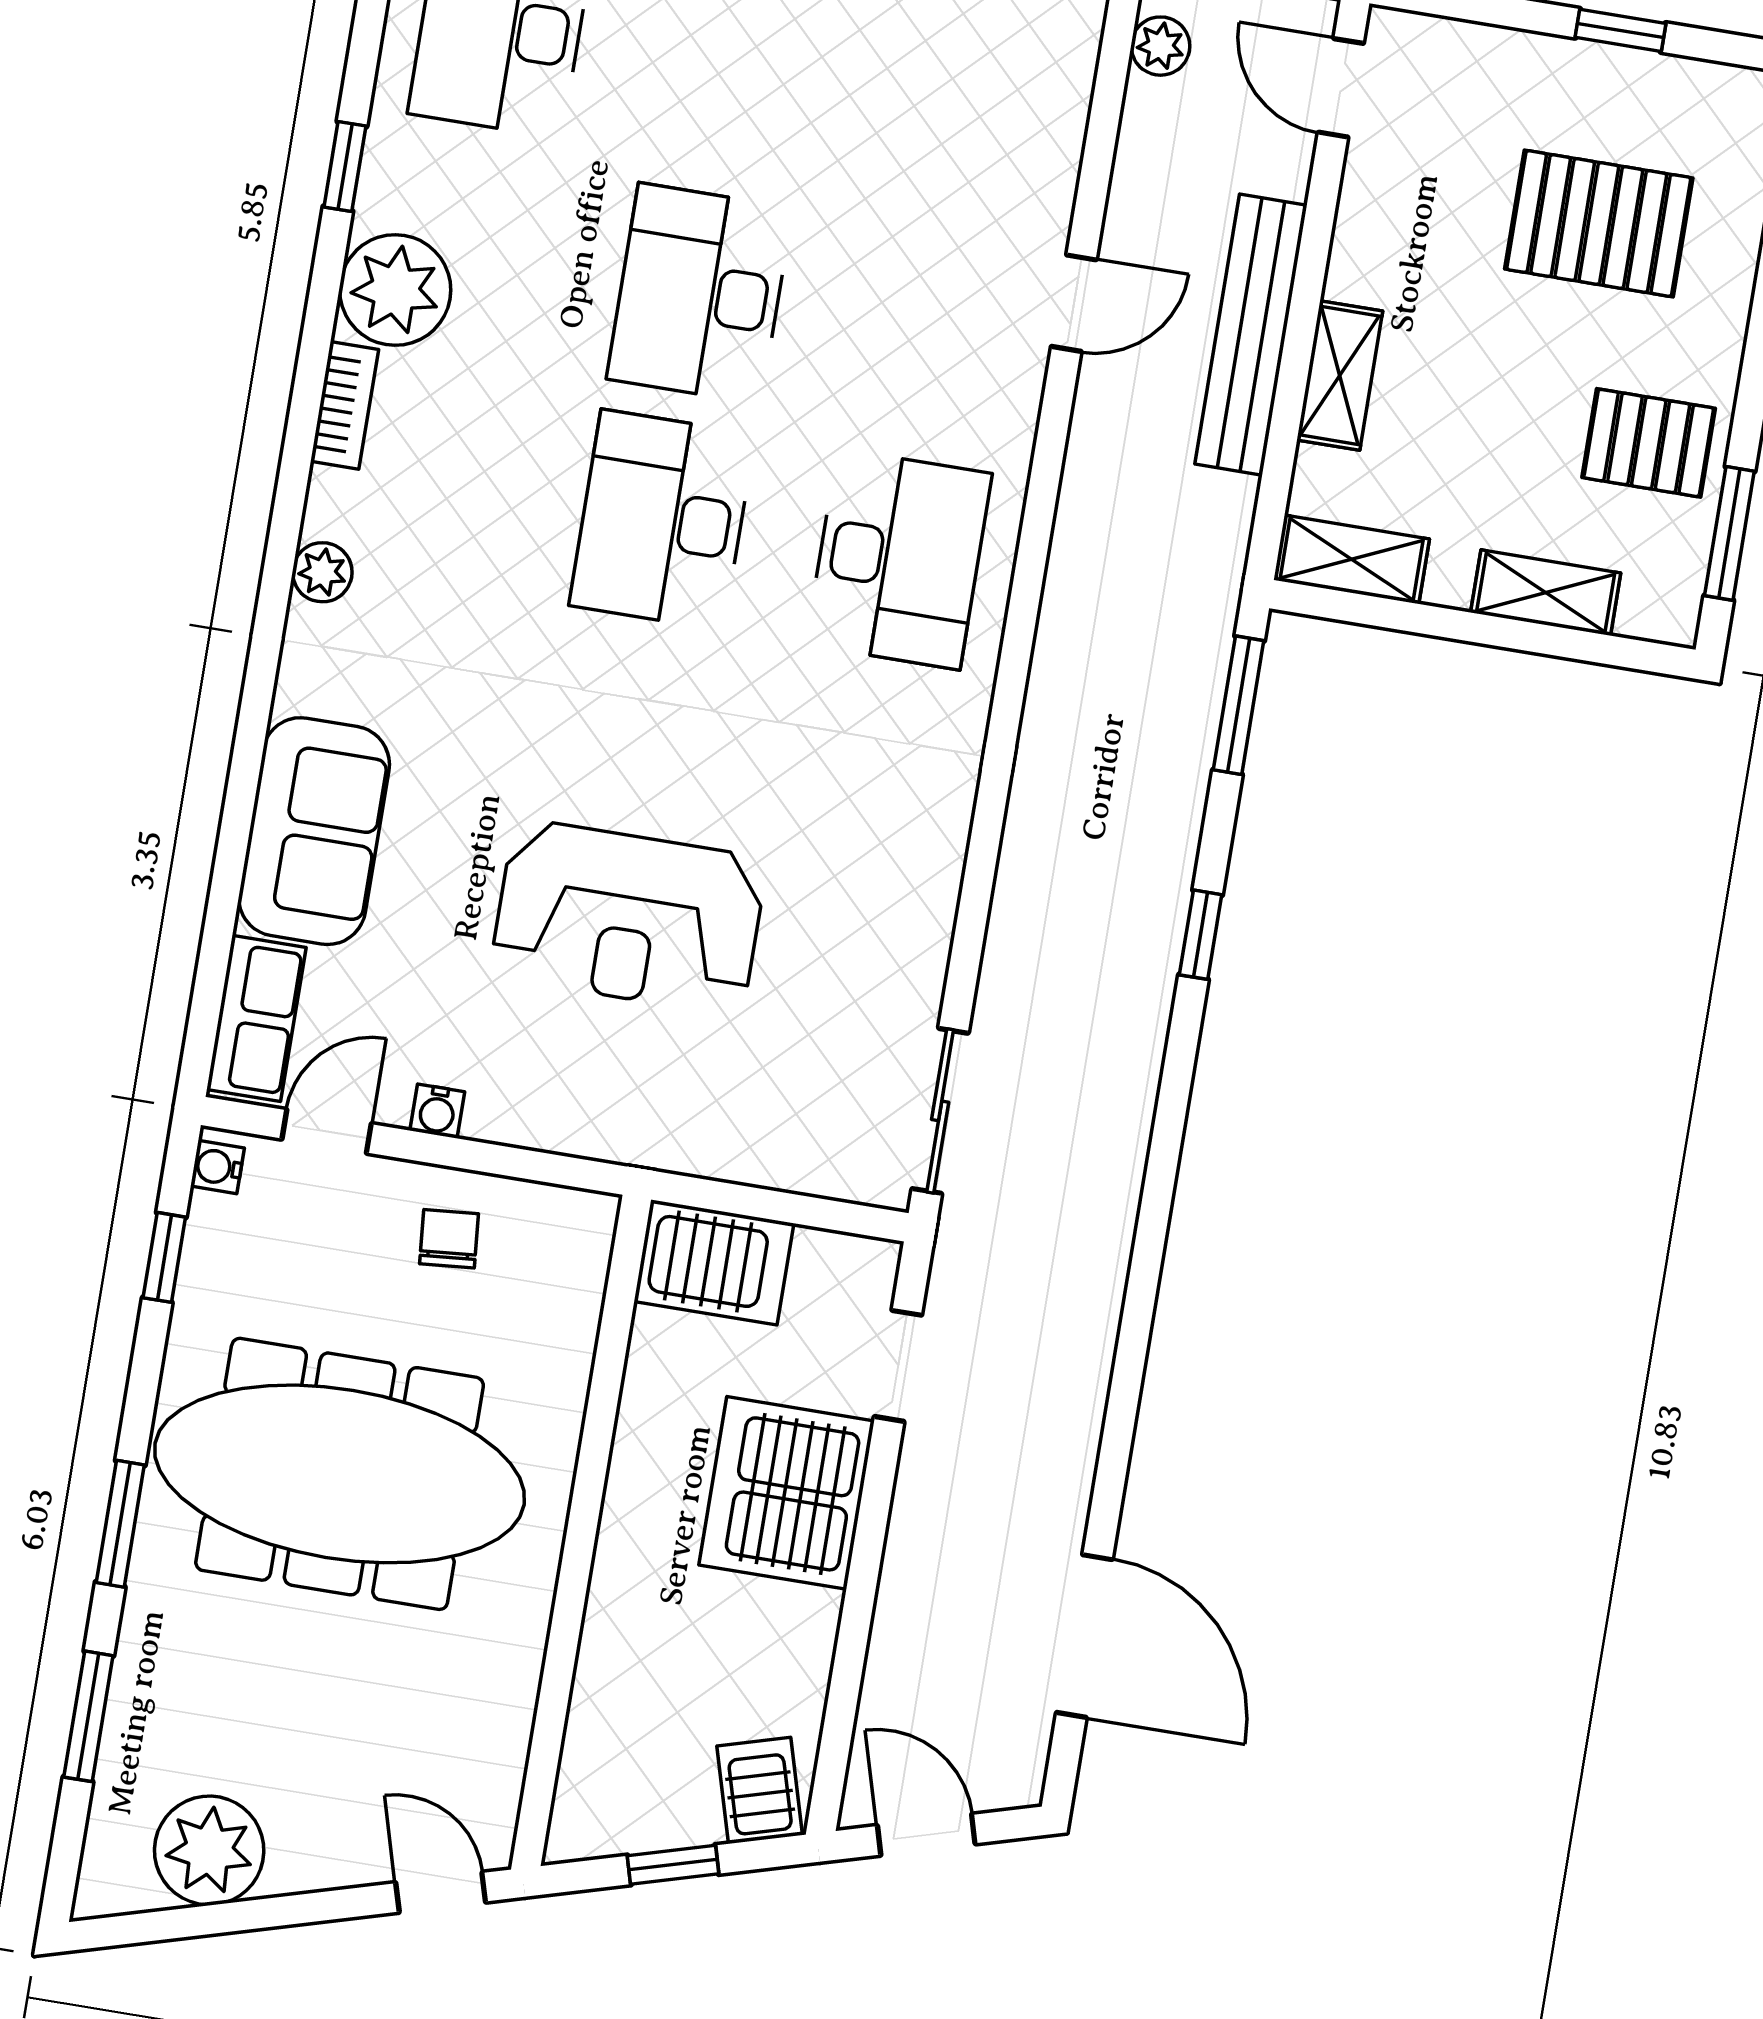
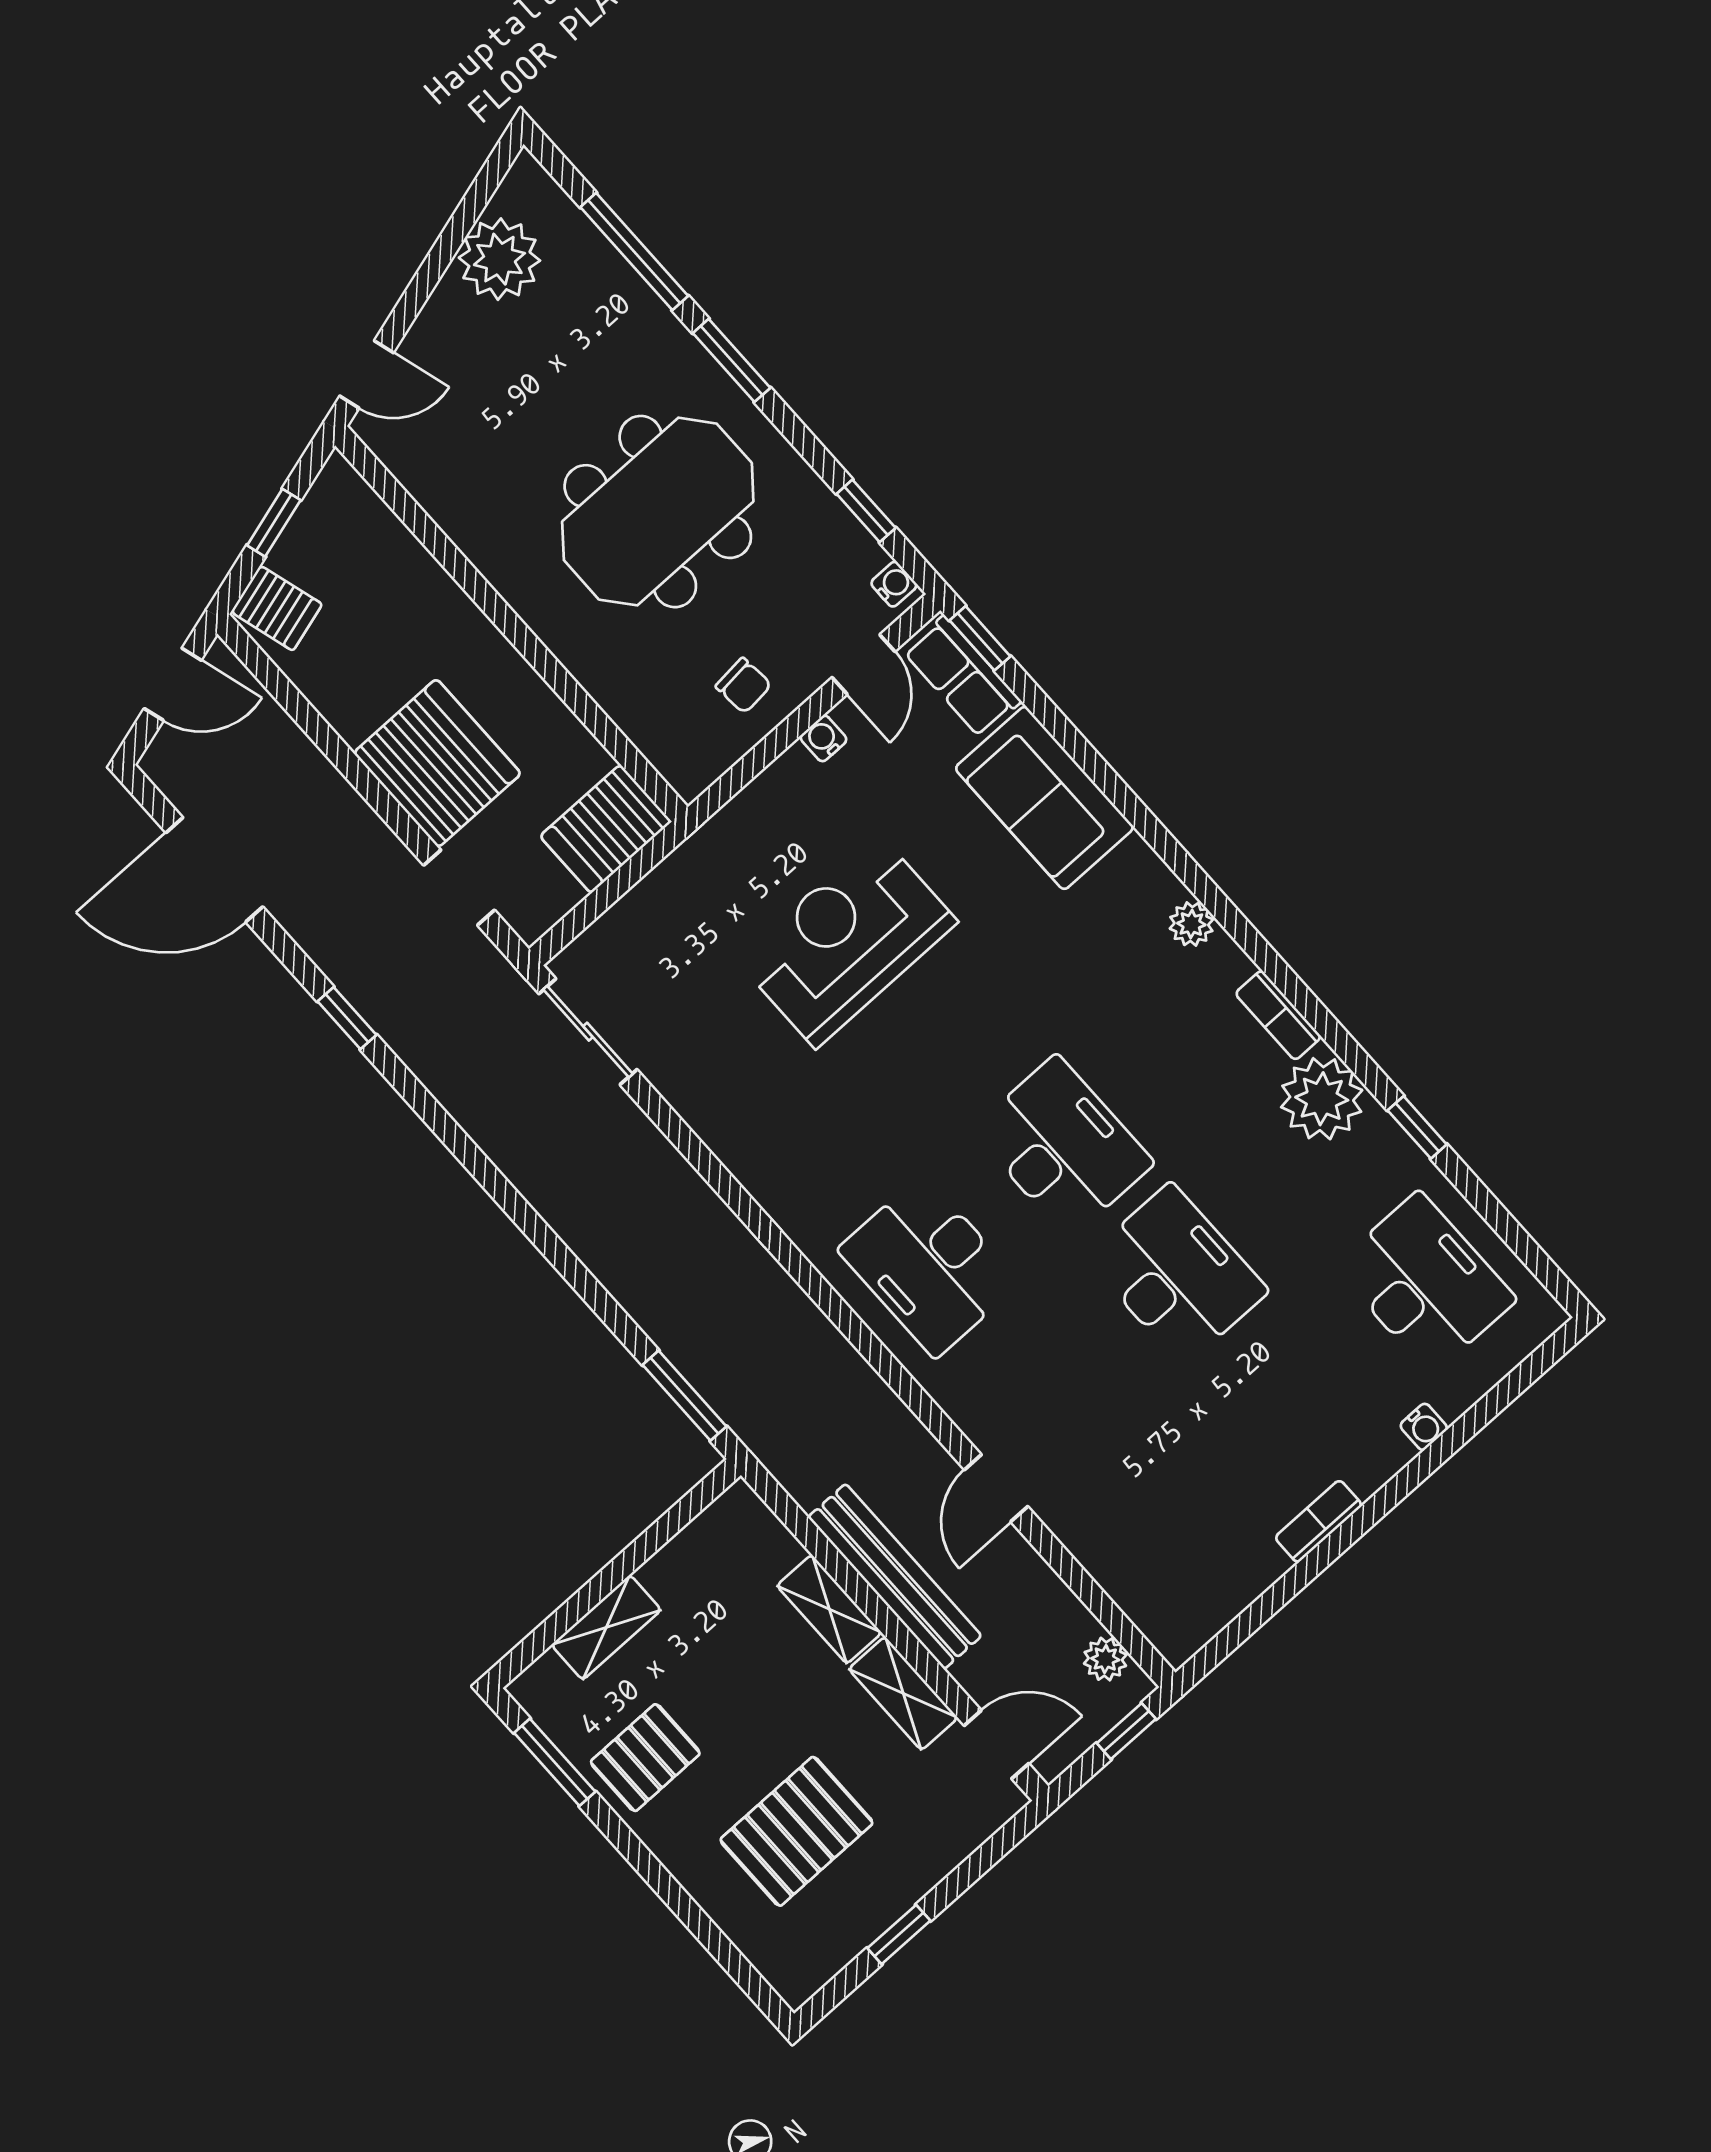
shelving: (1352, 559) -> (903, 1693), moved, turned 90
window: (1201, 935) -> (347, 1018), moved
window: (202, 1032) -> (980, 638), added
meeting table: (340, 1474) -> (658, 512), width x0.73
window: (88, 1716) -> (634, 252), width x1.44

